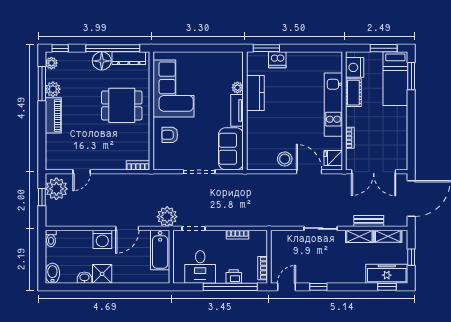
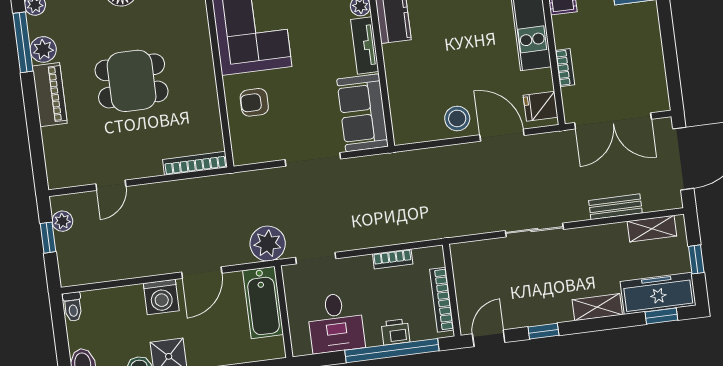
dining table: (122, 105) -> (132, 81), moved
bookcase: (138, 165) -> (195, 163), width x1.56
plant: (56, 189) -> (62, 221), width x0.53, depth x0.53
shelving: (359, 236) -> (597, 307), moved
bookcase: (263, 268) -> (442, 300), width x1.56

